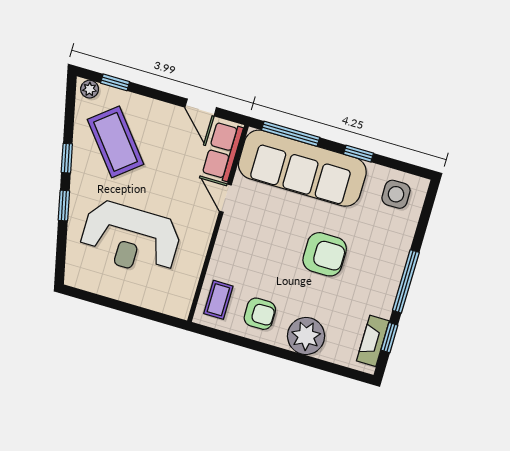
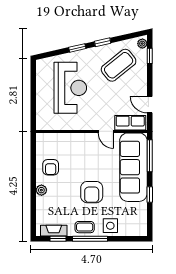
door: (201, 107) -> (150, 105), hinge flipped
side table: (396, 194) -> (110, 226), moved
door: (225, 198) -> (106, 131), swing flipped
reception desk: (130, 238) -> (70, 88), turned 180
coffee table: (218, 300) -> (85, 227), moved
plant: (306, 336) -> (41, 190), width x0.53, depth x0.53

